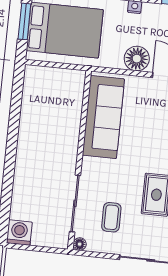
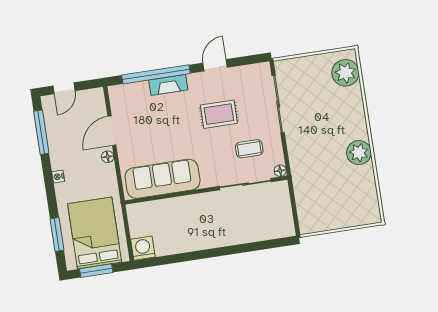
floor lamp: (137, 59) -> (108, 157), width x0.53, depth x0.53
washing machine: (19, 233) -> (143, 248), moved, turned 90

